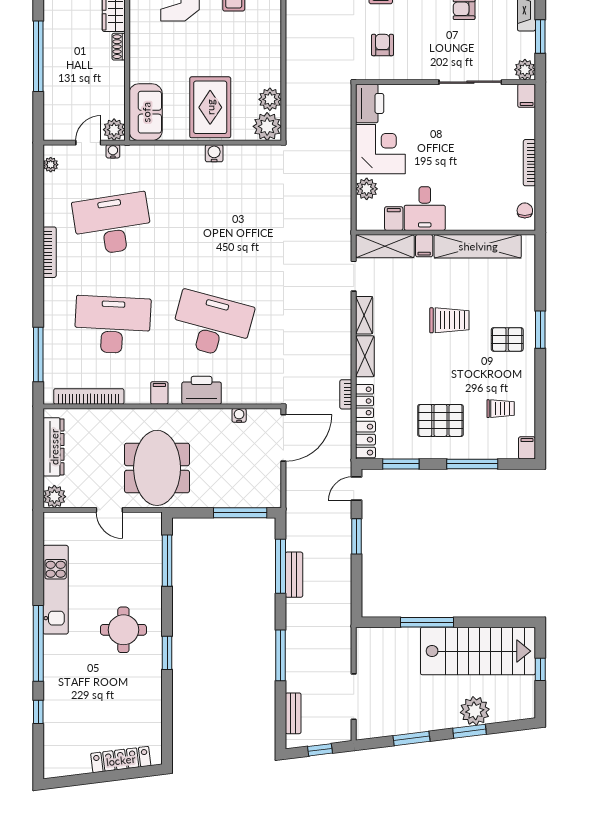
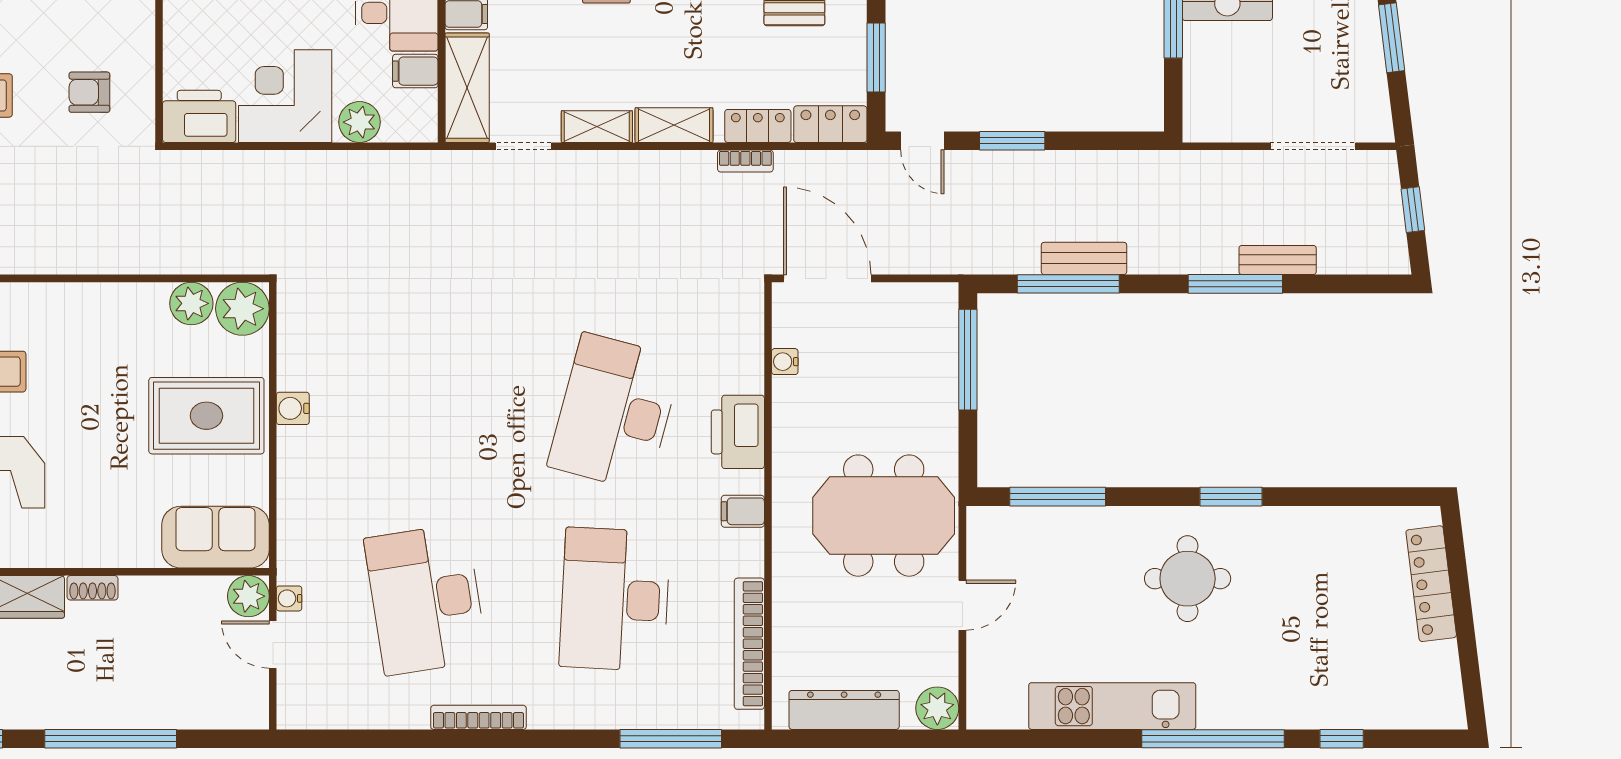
plant: (51, 165) -> (314, 715), removed
bench: (293, 713) -> (1278, 260), moved

